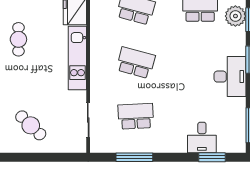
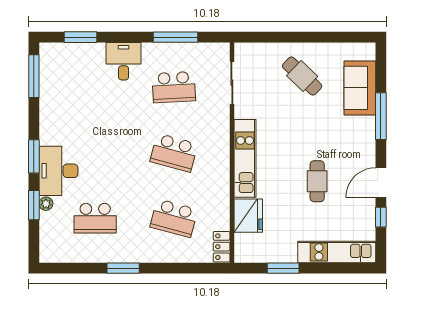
plant: (235, 16) -> (46, 204), width x0.53, depth x0.53
desk: (230, 77) -> (59, 171), moved
desk: (202, 138) -> (124, 61), moved

